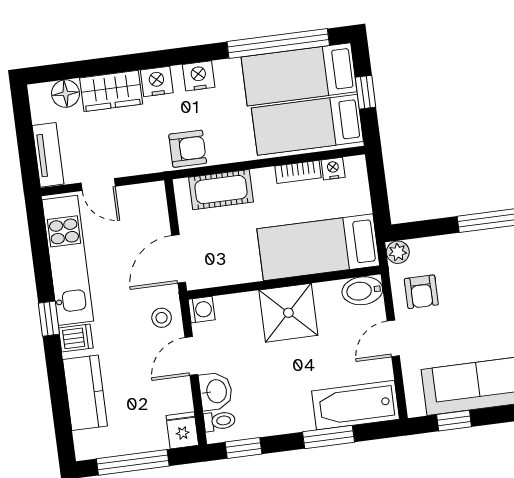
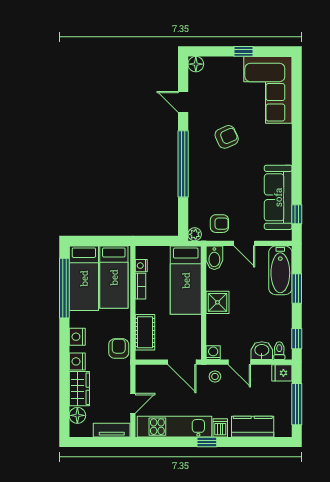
window: (366, 92) -> (99, 241), removed
shower: (288, 313) -> (217, 302), width x0.73, depth x0.73

